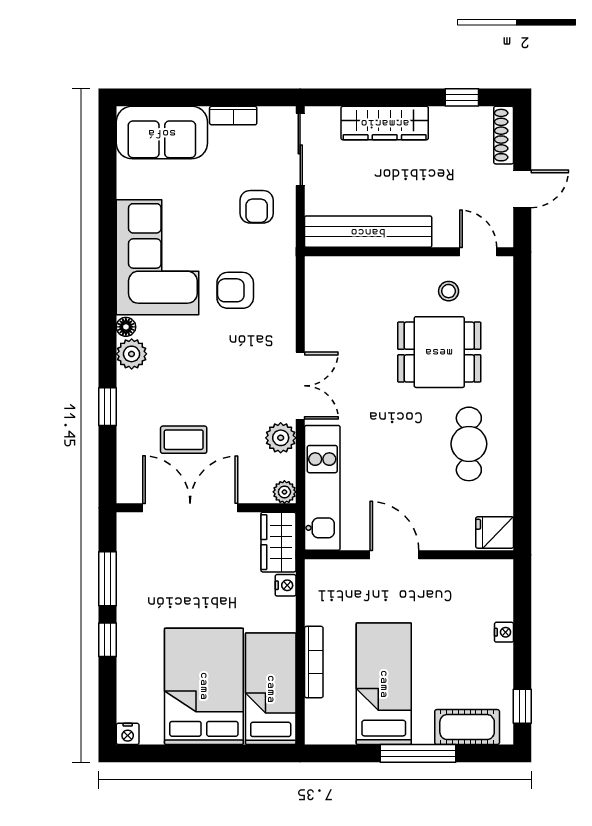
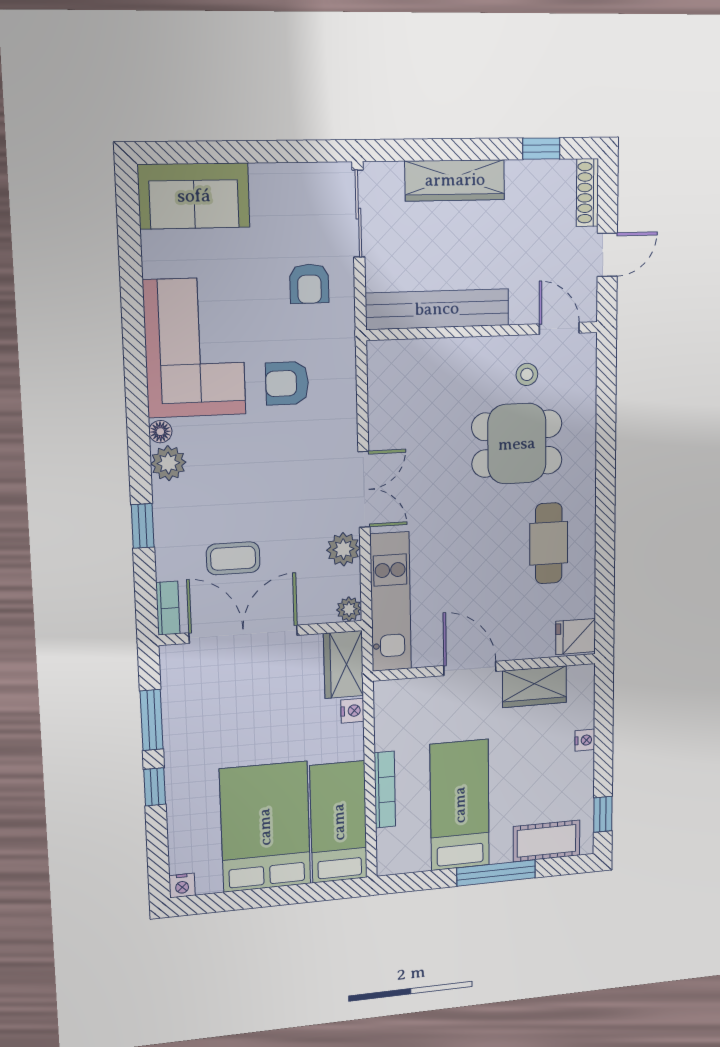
bookcase: (233, 116) -> (168, 608), moved, turned -90
wardrobe: (455, 577) -> (535, 687), added

